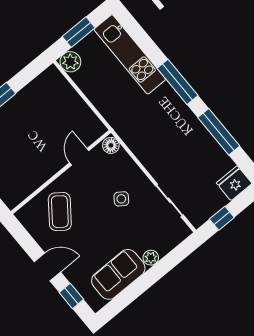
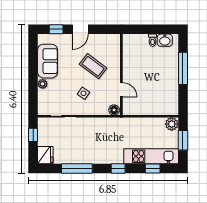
window: (143, 40) -> (153, 169), added
window: (178, 82) -> (118, 169), width x0.46
coffee table: (60, 212) -> (93, 66), moved

